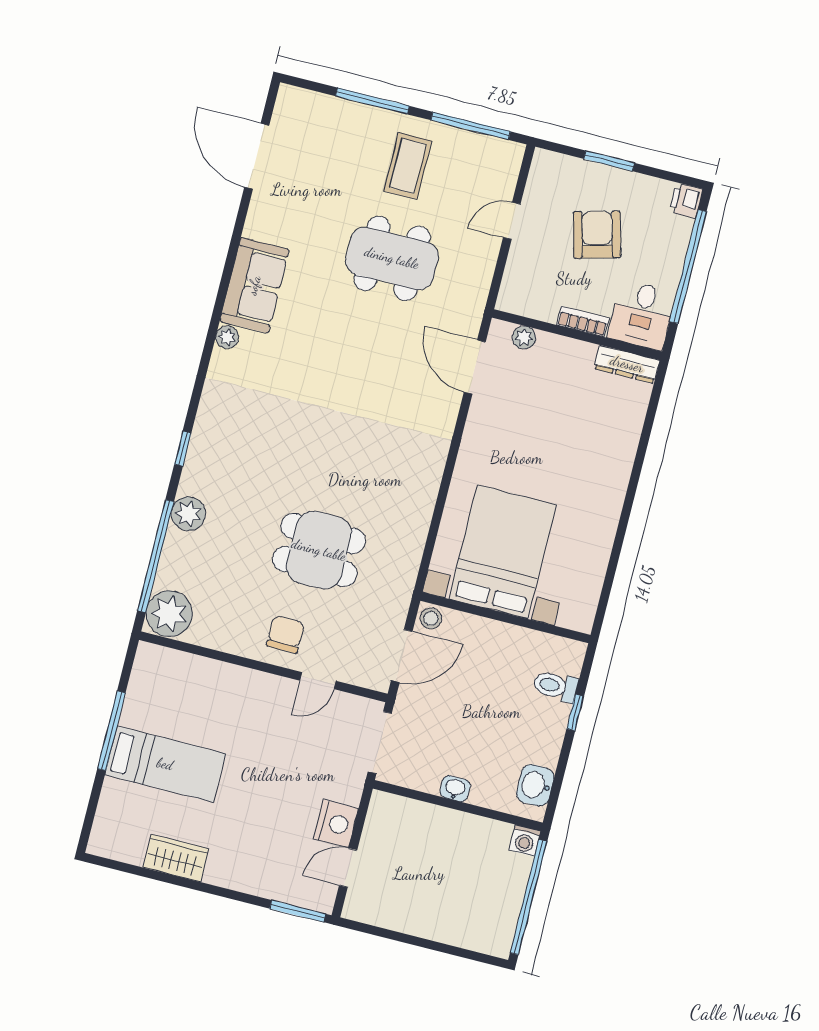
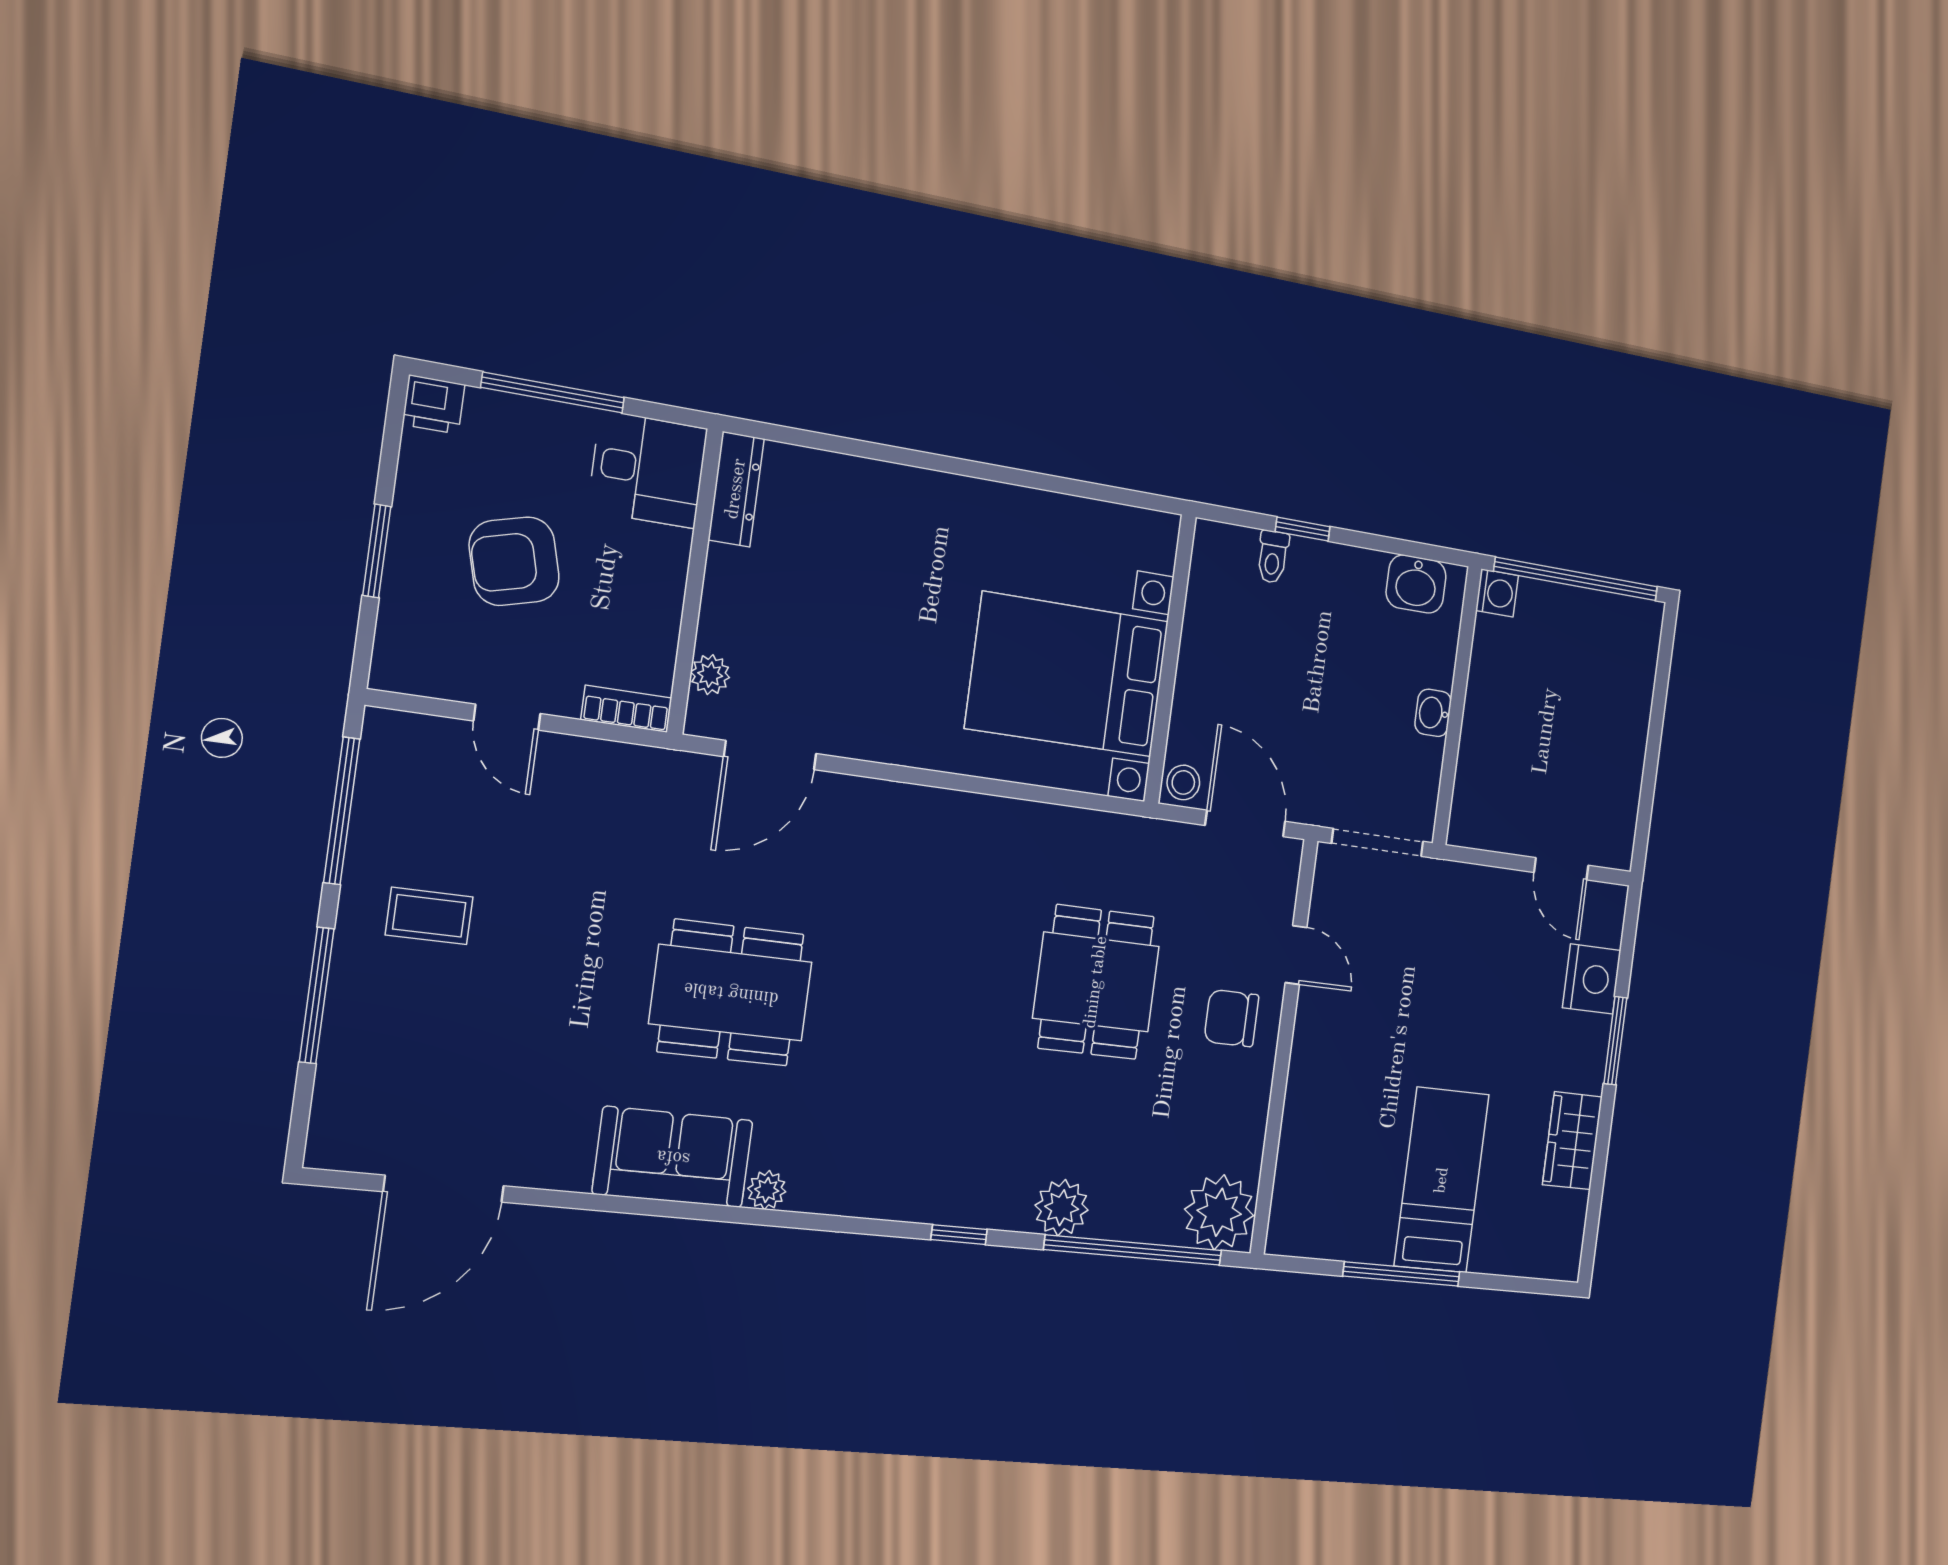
coffee table: (408, 166) -> (429, 916), width x0.73, depth x0.77
dining table: (392, 258) -> (731, 993), moved, turned 90
window: (688, 267) -> (553, 393), width x0.68
bookcase: (583, 321) -> (626, 709), moved, turned 90
toilet: (555, 686) -> (1273, 557), width x0.73, depth x0.72
nightstand: (336, 824) -> (1592, 979), moved, turned 90
window: (298, 911) -> (1615, 1041), moved

